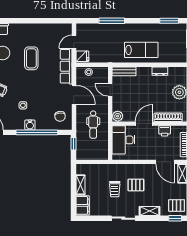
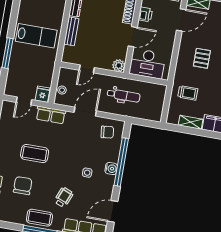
door: (74, 42) -> (24, 101), hinge flipped
lab bench: (141, 50) -> (36, 36), moved, turned 90
row of seats: (66, 66) -> (51, 115), width x0.68
bench: (124, 71) -> (71, 31), moved
door: (144, 124) -> (133, 37), swing flipped
window: (73, 144) -> (142, 122), removed
trolley: (115, 189) -> (188, 93), moved

